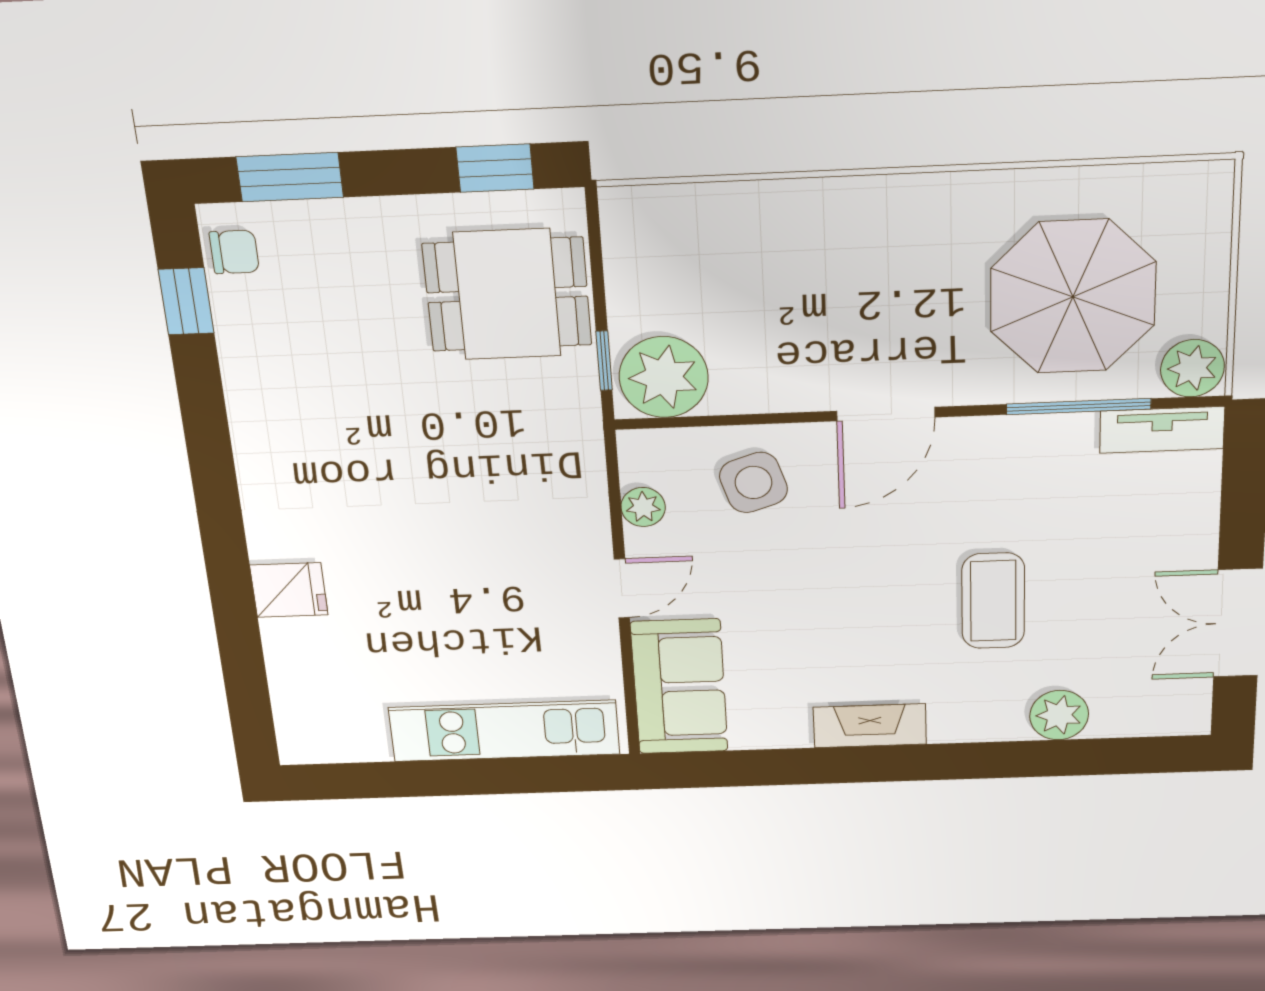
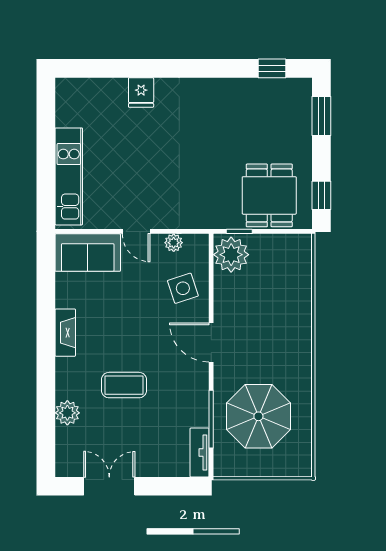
chair: (234, 252) -> (292, 90), removed
plant: (1192, 368) -> (226, 464), removed

